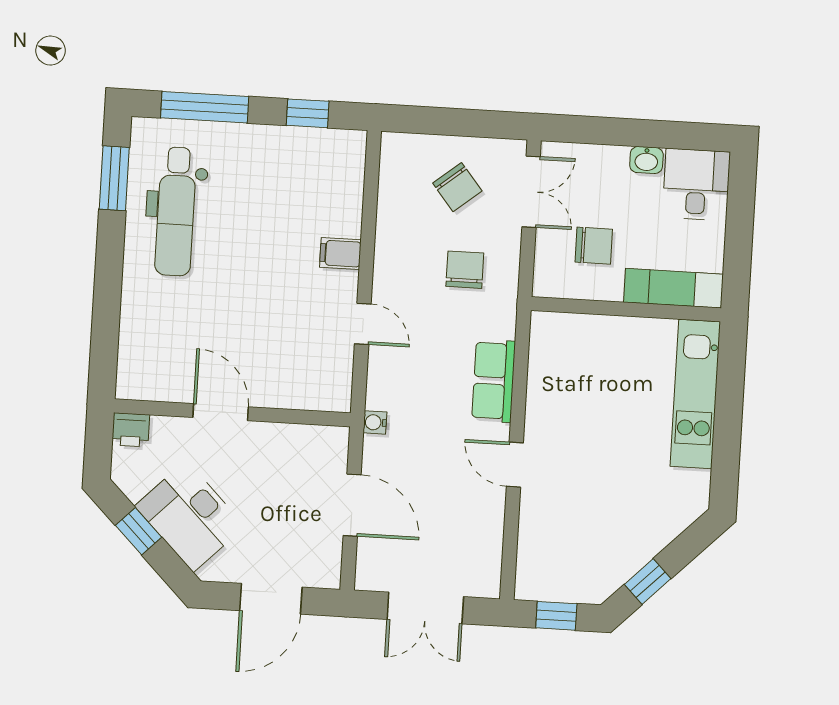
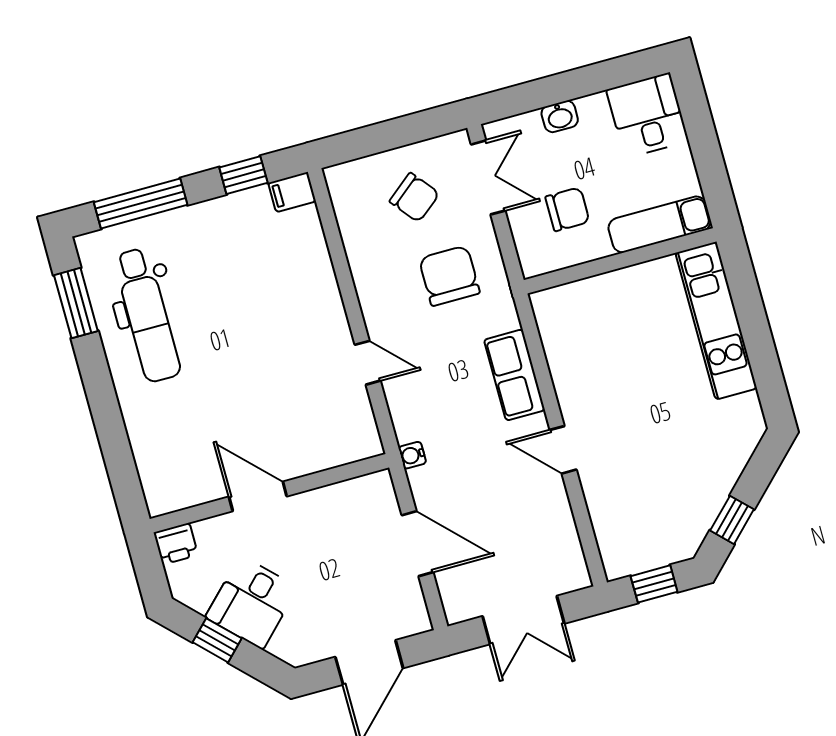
washbasin: (646, 160) -> (560, 116), moved
filing cabinet: (340, 253) -> (292, 192), moved
chair: (465, 270) -> (449, 276), width x1.37, depth x1.37
desk: (190, 516) -> (252, 602), width x0.73

